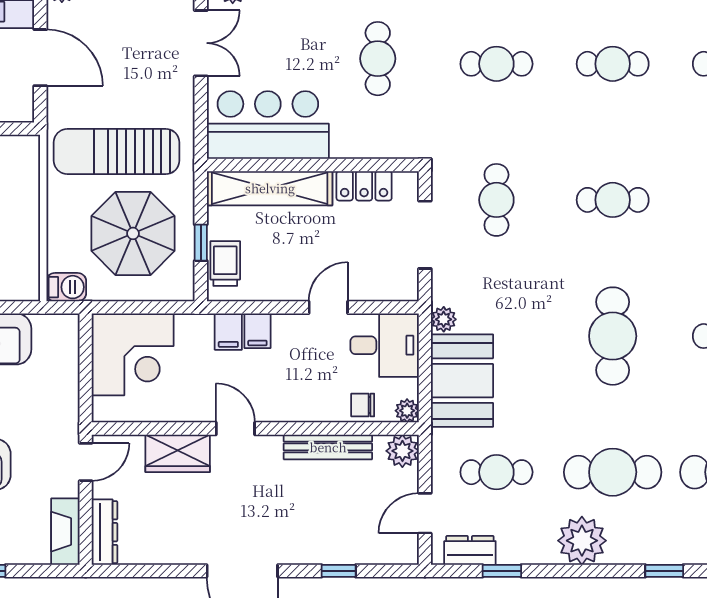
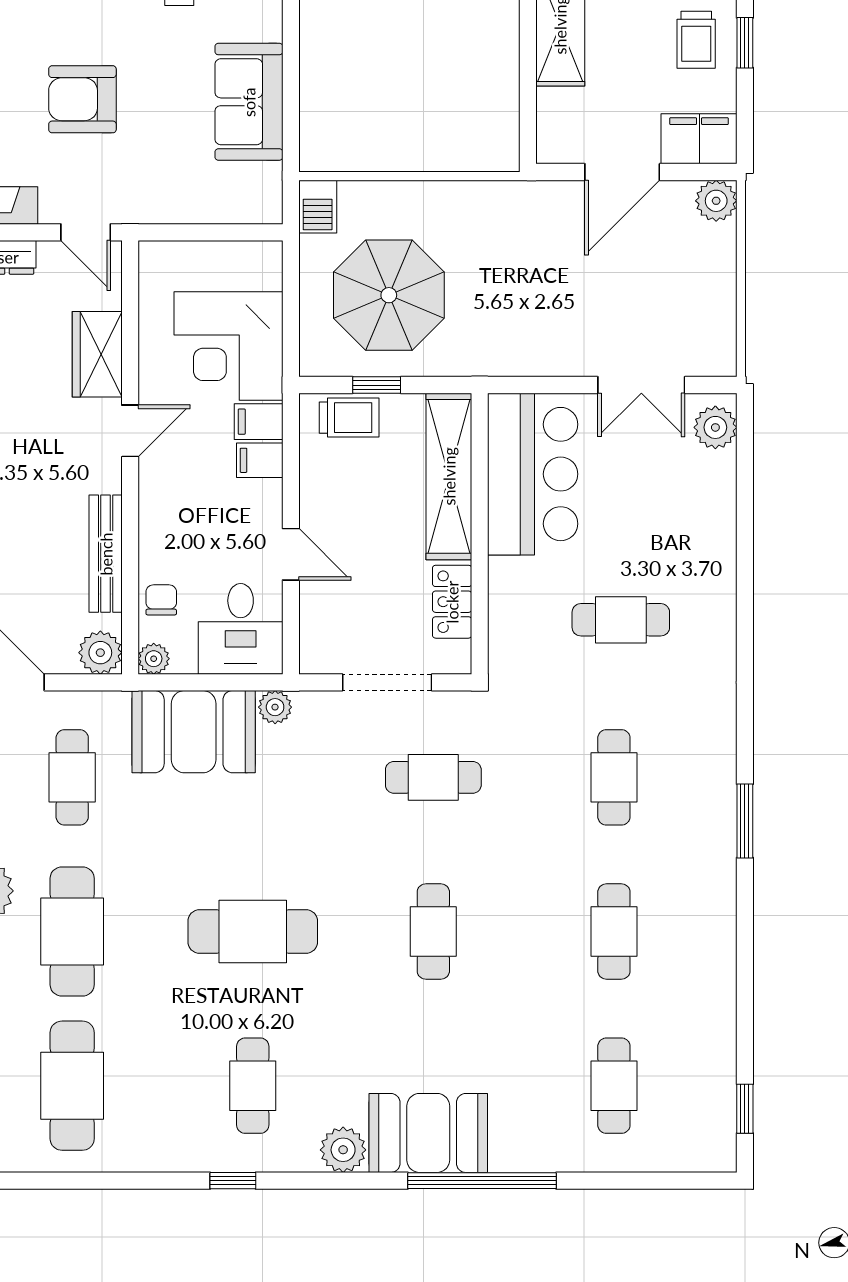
sun lounger: (117, 151) -> (498, 273), removed
corner desk: (133, 354) -> (228, 346), moved

